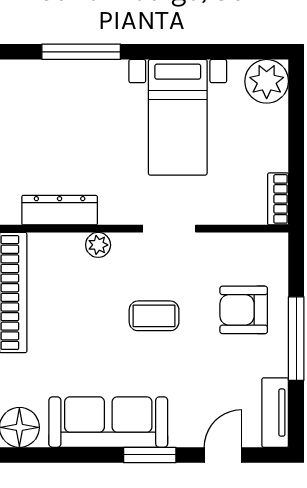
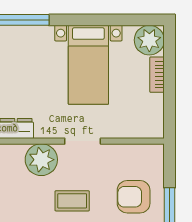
bookcase: (278, 199) -> (157, 75), moved
plant: (98, 245) -> (41, 160), width x1.87, depth x1.87

